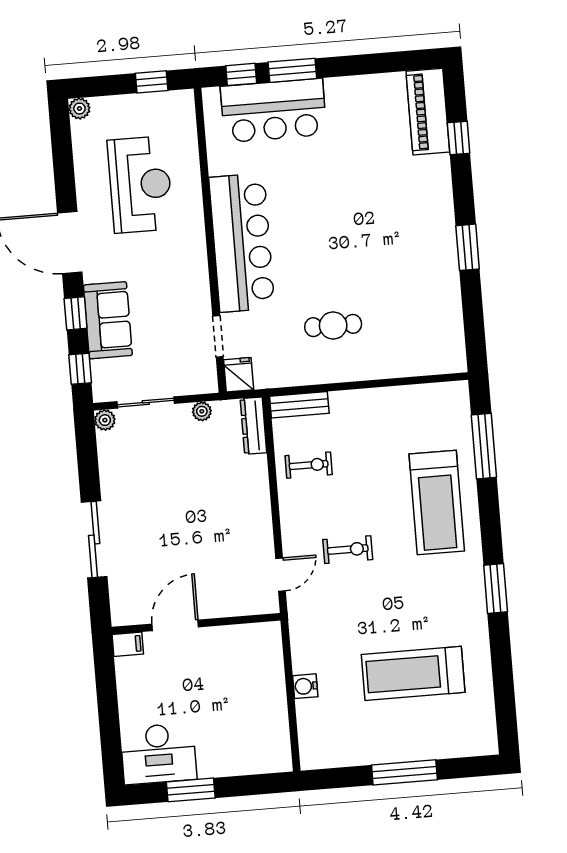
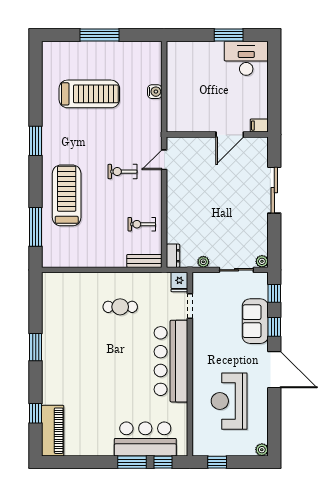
dresser: (253, 426) -> (173, 256), width x0.70

